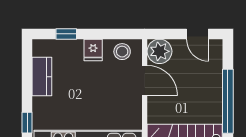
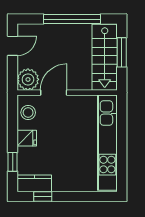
kitchen counter: (42, 77) -> (34, 183), moved
window: (27, 123) -> (43, 197), moved

